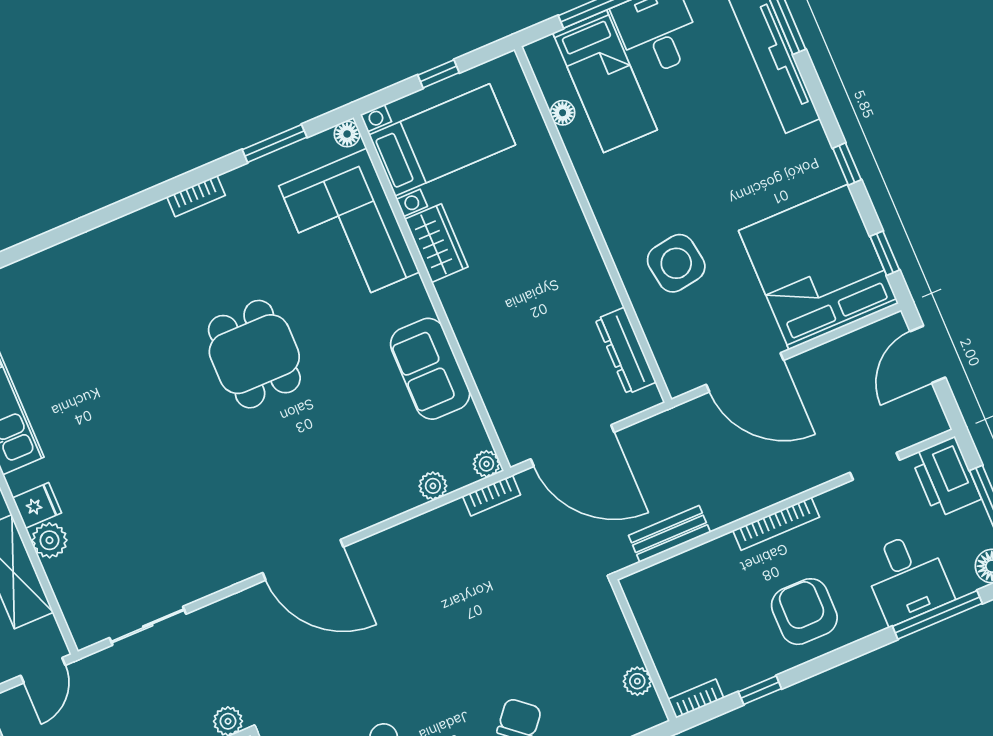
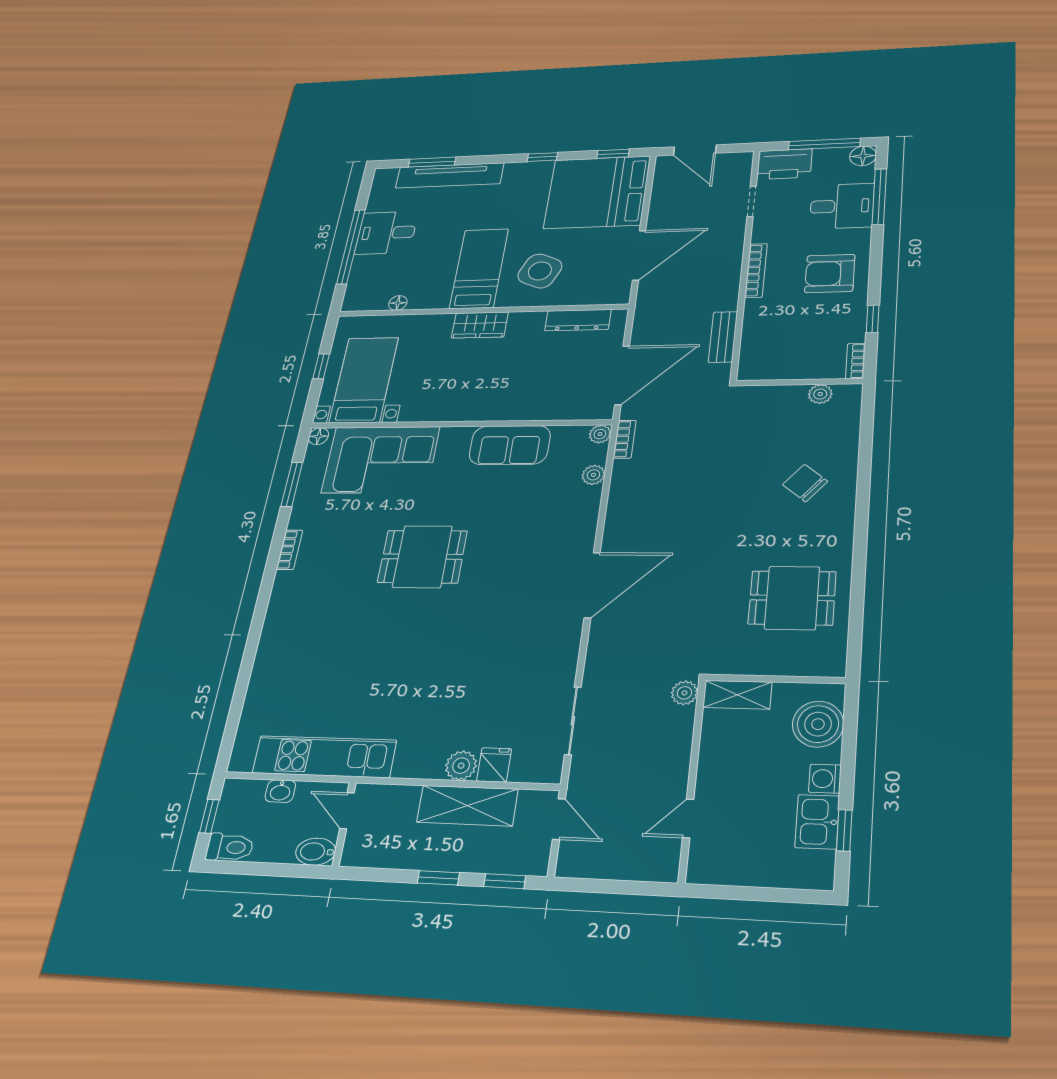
bed: (605, 81) -> (479, 269), moved, turned -90
wardrobe: (436, 243) -> (480, 325), moved, turned 180
side table: (676, 263) -> (540, 271), turned 33
fridge: (37, 505) -> (494, 765), moved

